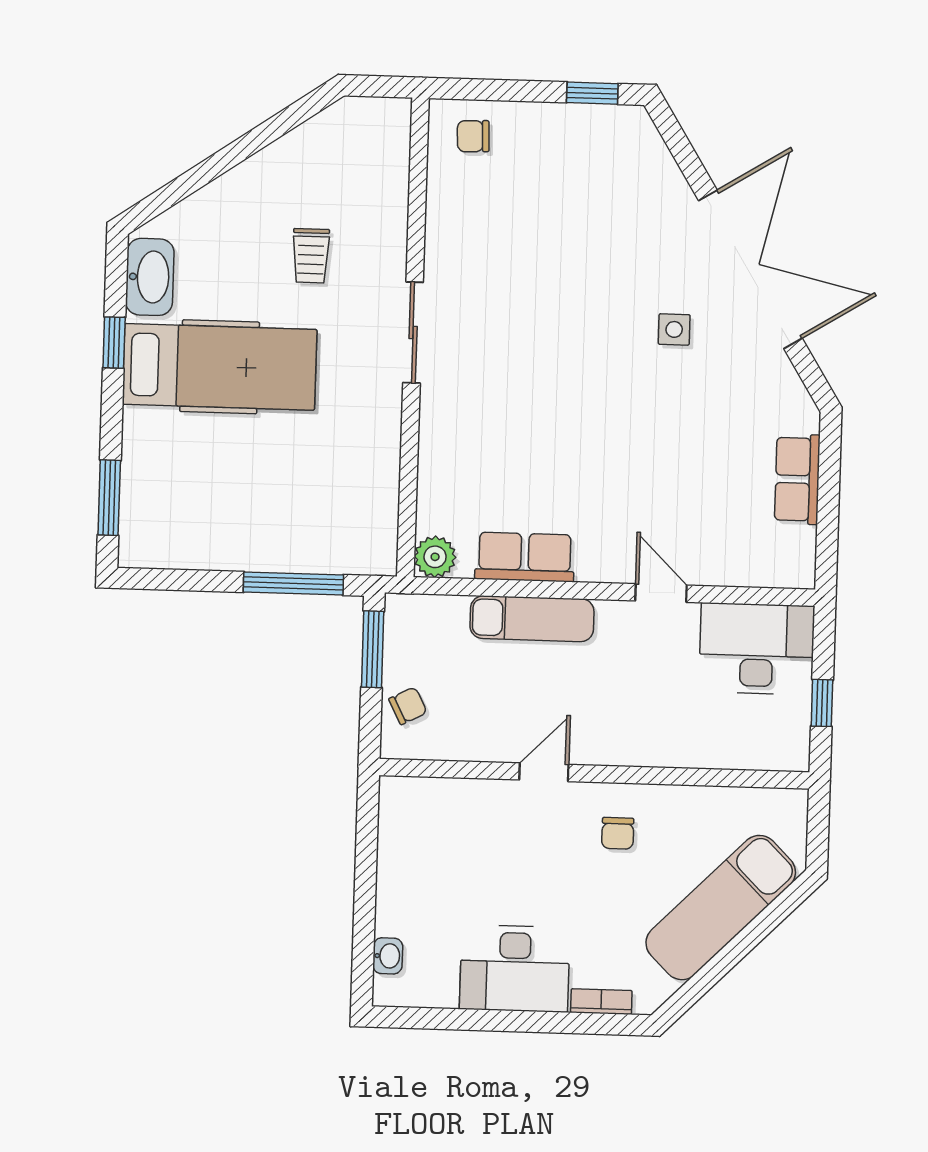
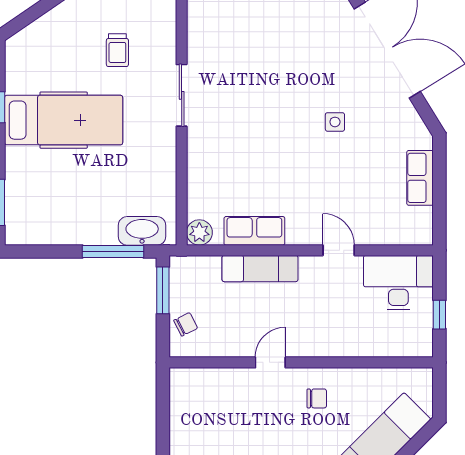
washbasin: (150, 277) -> (142, 231), moved, turned -90
side table: (674, 329) -> (335, 122), moved
chair: (618, 833) -> (317, 398), turned -90

